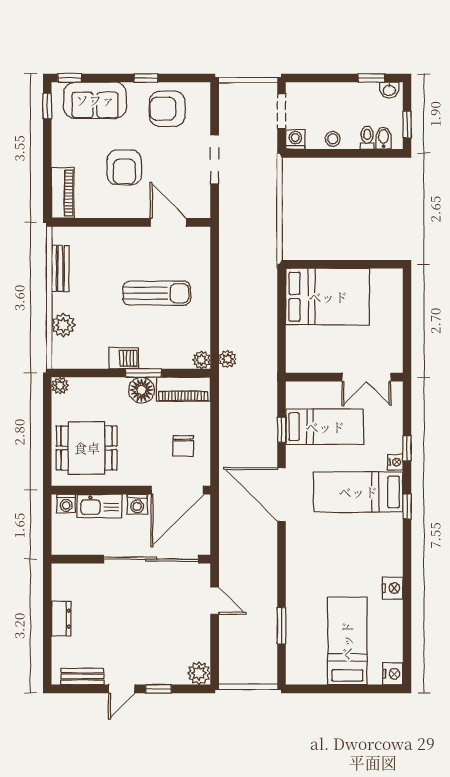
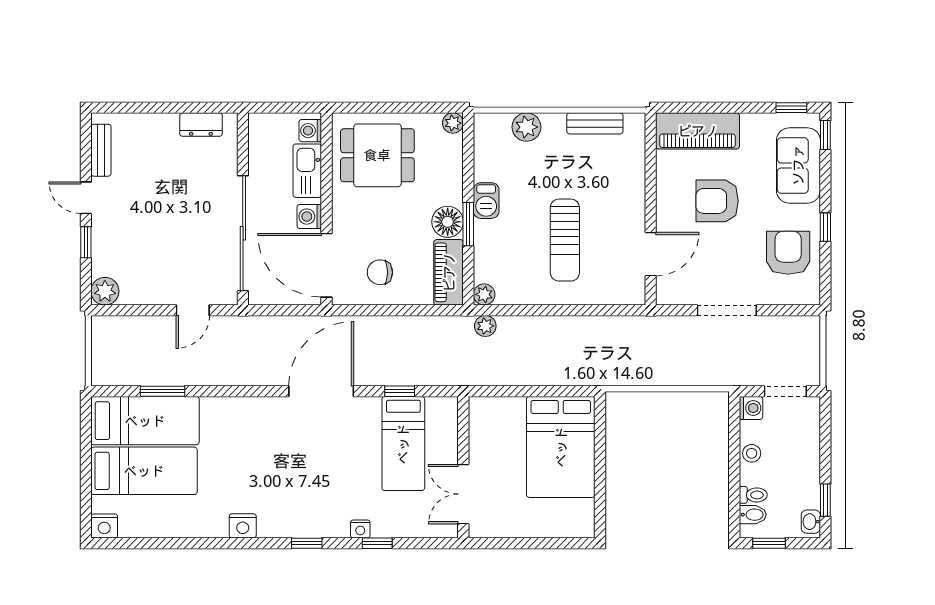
piano: (63, 193) -> (698, 131), width x1.37, depth x1.33
dining table: (87, 448) -> (377, 155), turned 90
bed: (358, 492) -> (145, 421), moved, turned 90
nightstand: (393, 588) -> (243, 526), moved
dresser: (61, 619) -> (201, 125), moved

